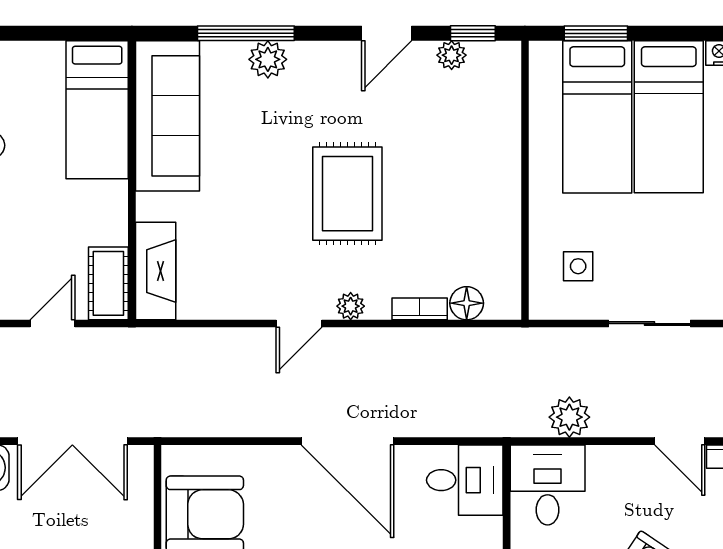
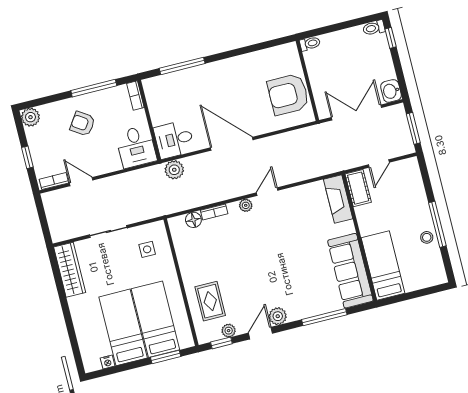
plant: (268, 59) -> (278, 316), moved
rug: (347, 194) -> (210, 301), moved, width x0.73, depth x0.70
plant: (569, 417) -> (174, 170), moved

